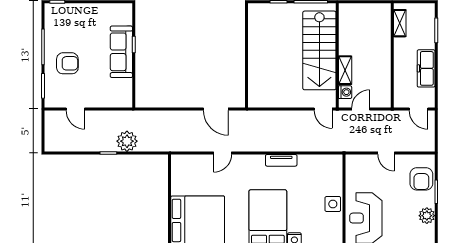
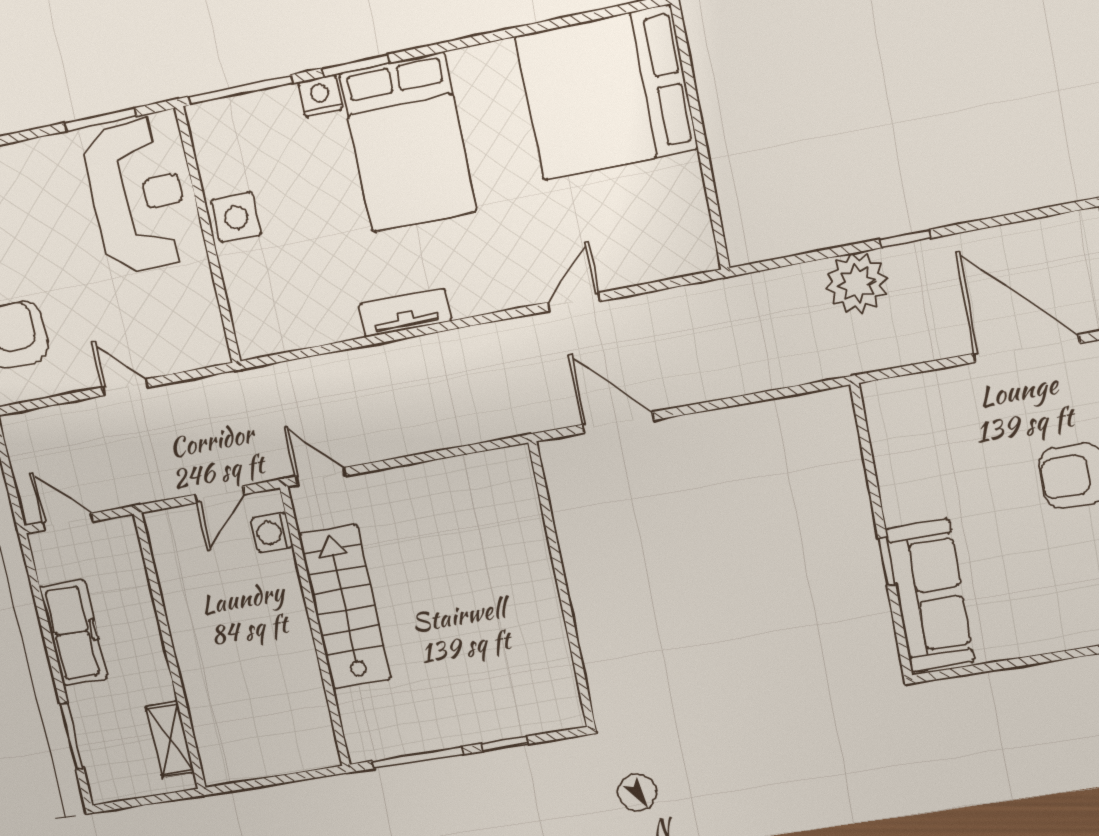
stairs: (319, 50) -> (345, 607), width x0.73, depth x0.66
sofa: (121, 52) -> (930, 596), moved
shelving: (345, 70) -> (285, 591), removed
door: (75, 109) -> (1027, 348), width x1.87

